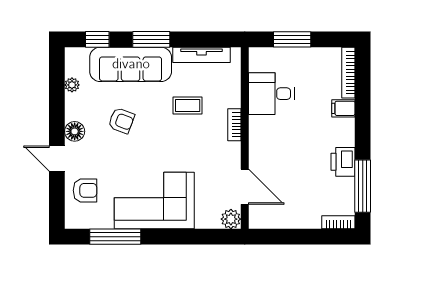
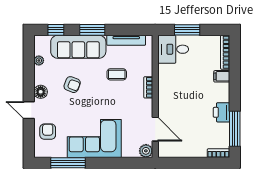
desk: (271, 94) -> (173, 49), moved
armchair: (85, 190) -> (48, 132), turned -90

